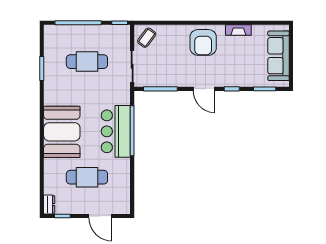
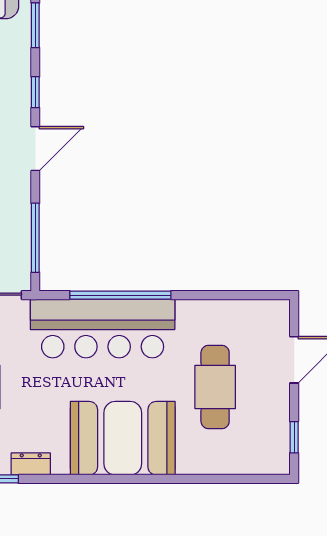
bar counter: (116, 131) -> (103, 328), width x1.36
dresser: (49, 205) -> (31, 464), moved

